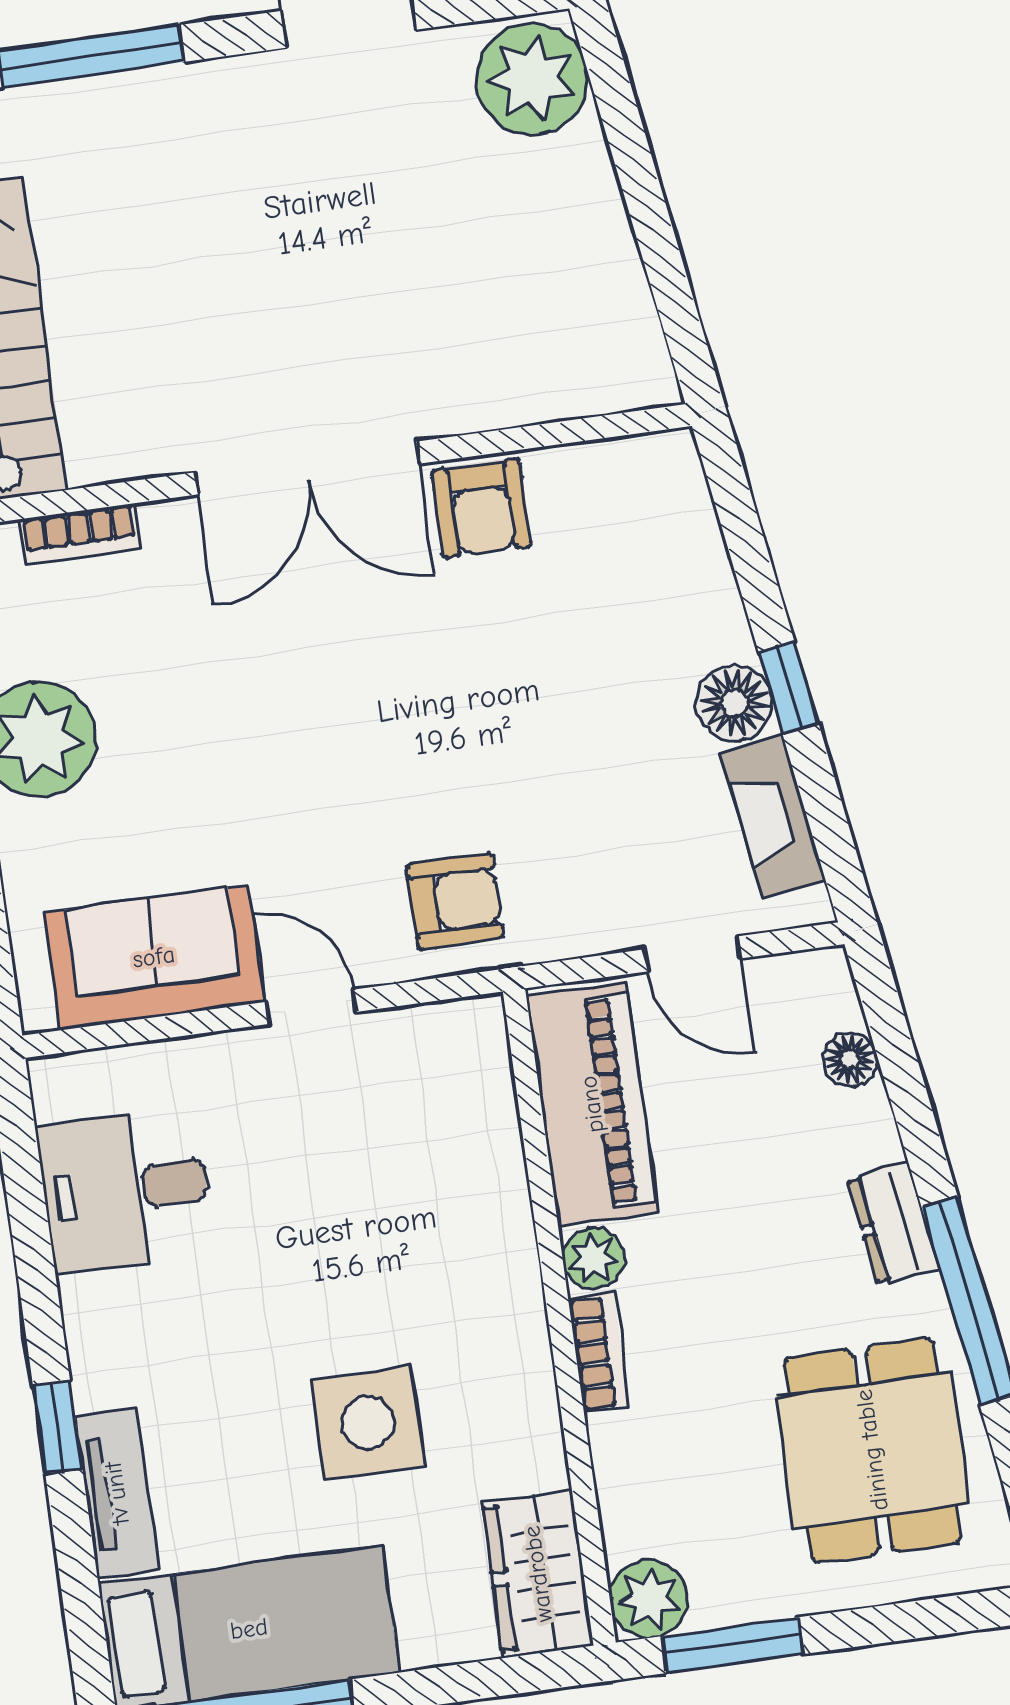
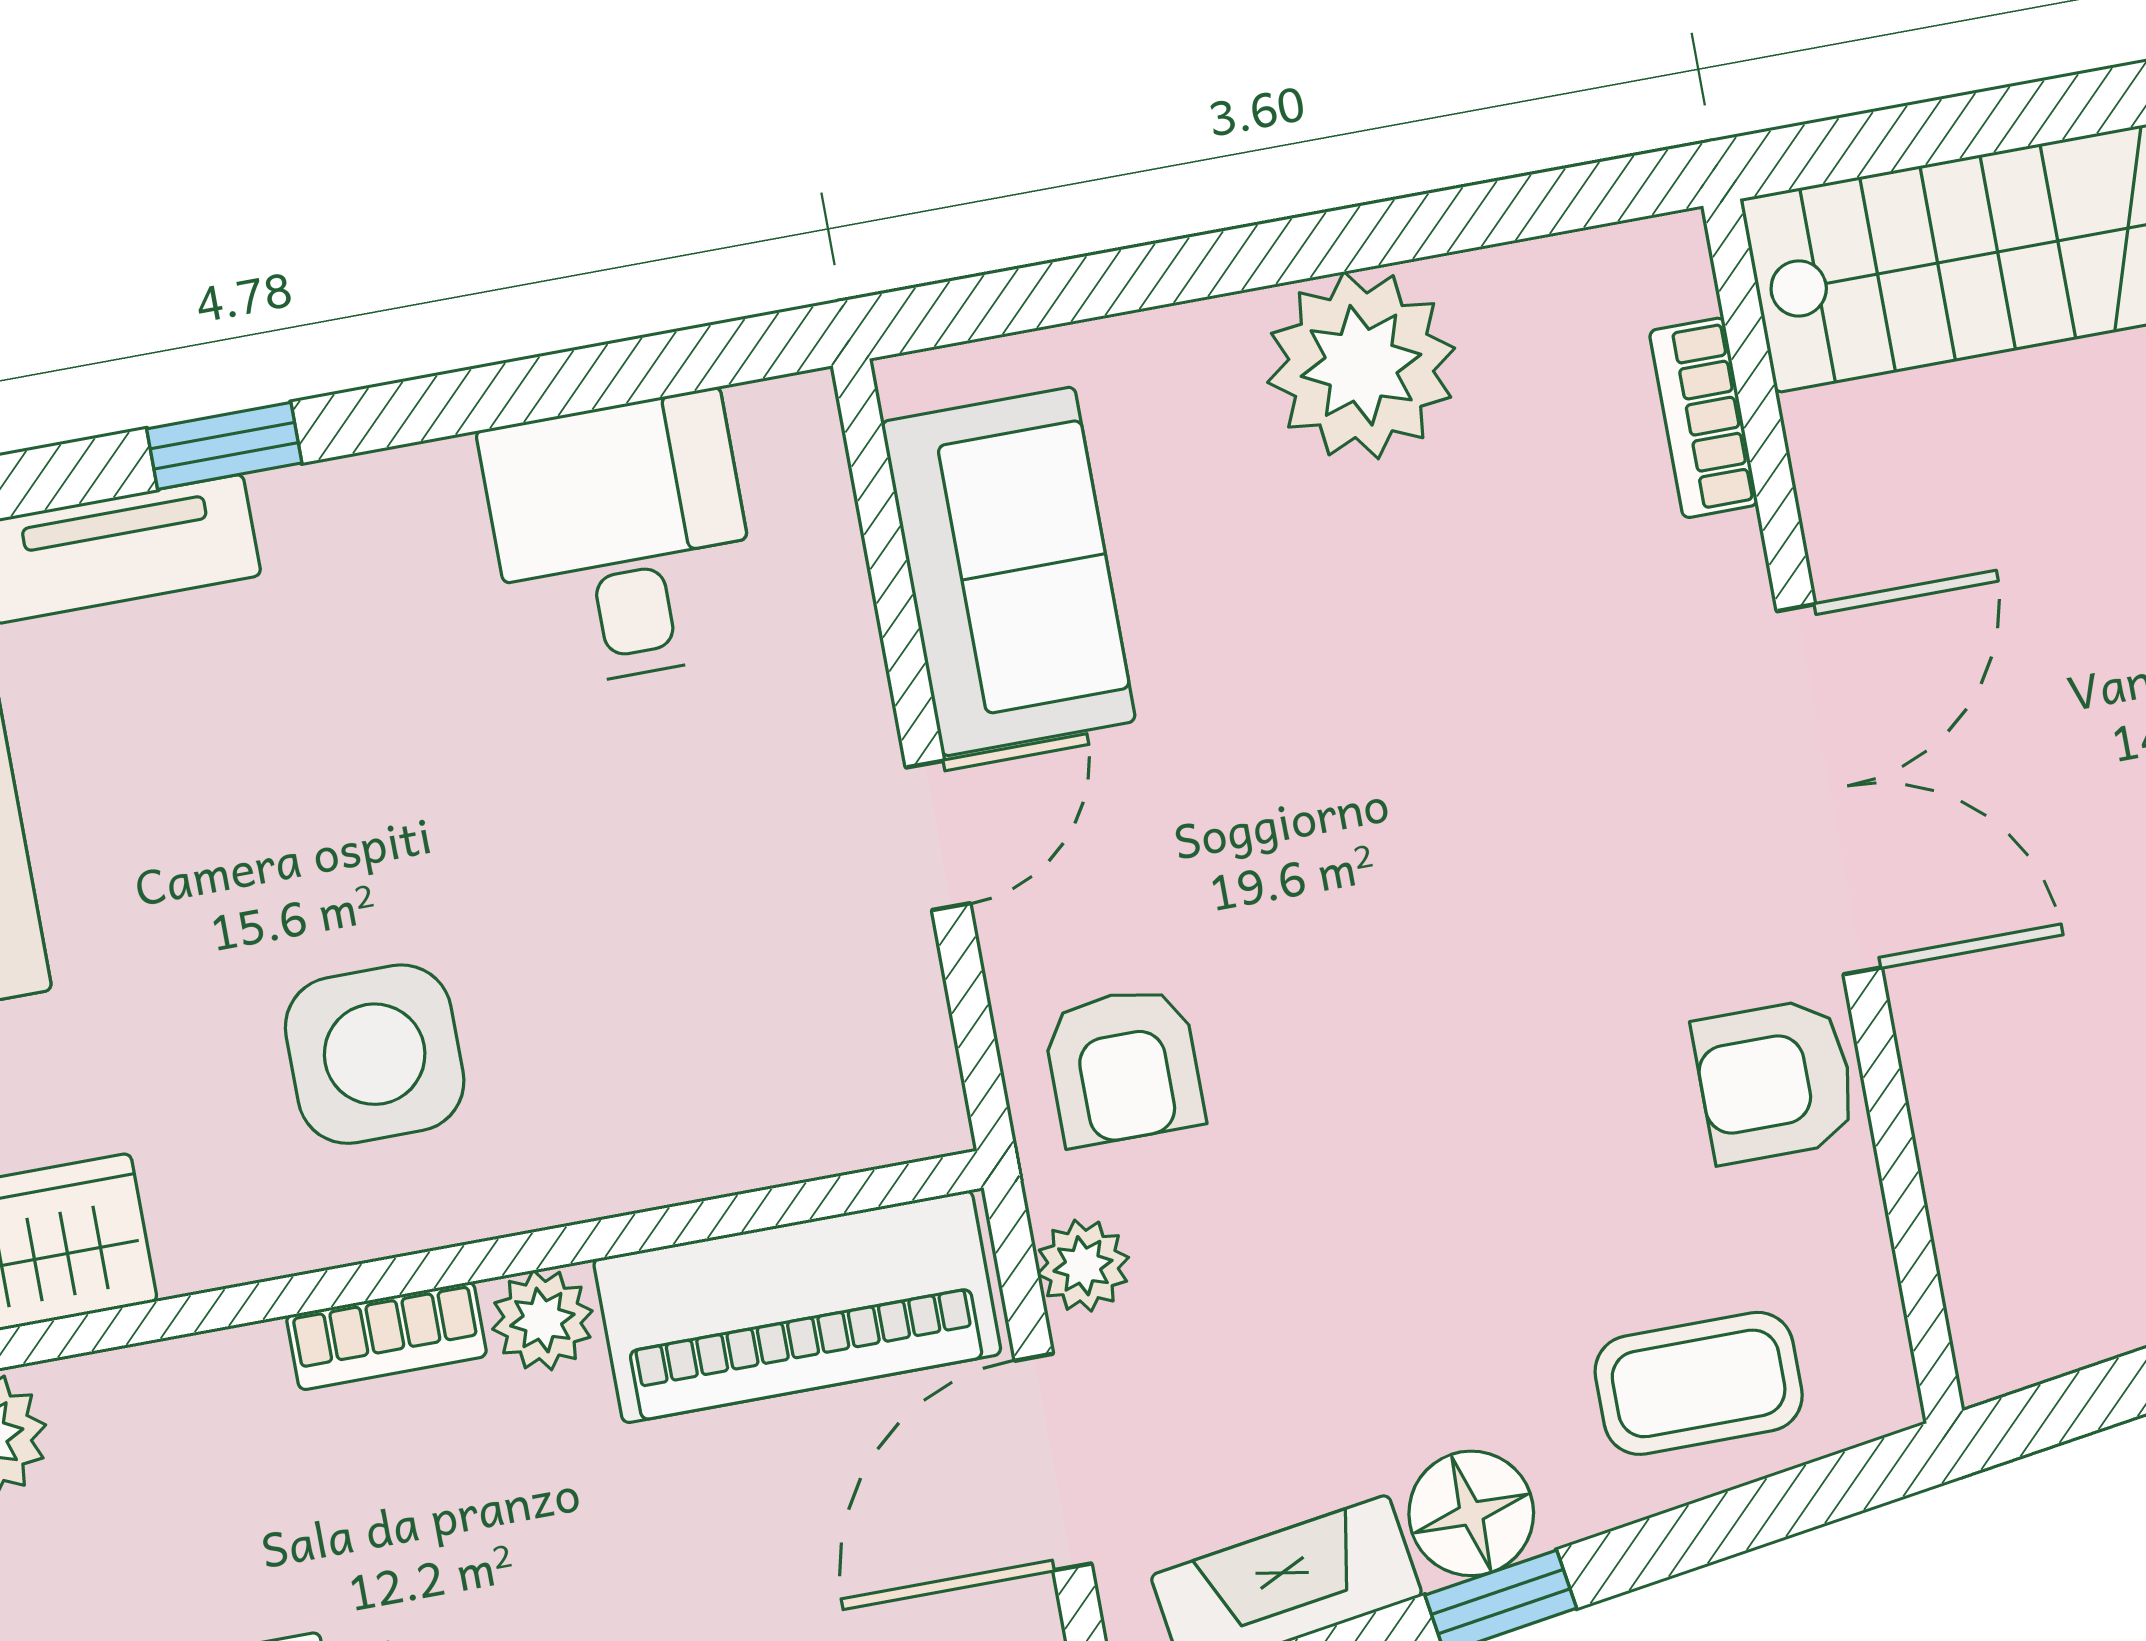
double door: (307, 468) -> (1829, 789), swing flipped
coffee table: (662, 562) -> (1699, 1383), added
plant: (575, 931) -> (1083, 1266), added
door: (692, 954) -> (1053, 1462), width x1.38
side table: (367, 1423) -> (375, 1054), moved

